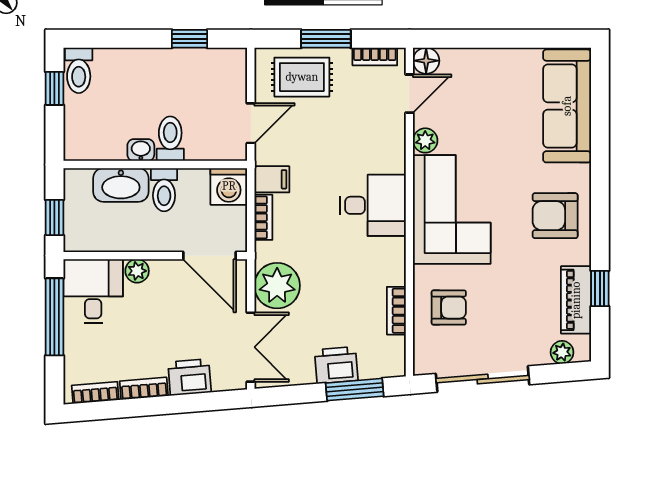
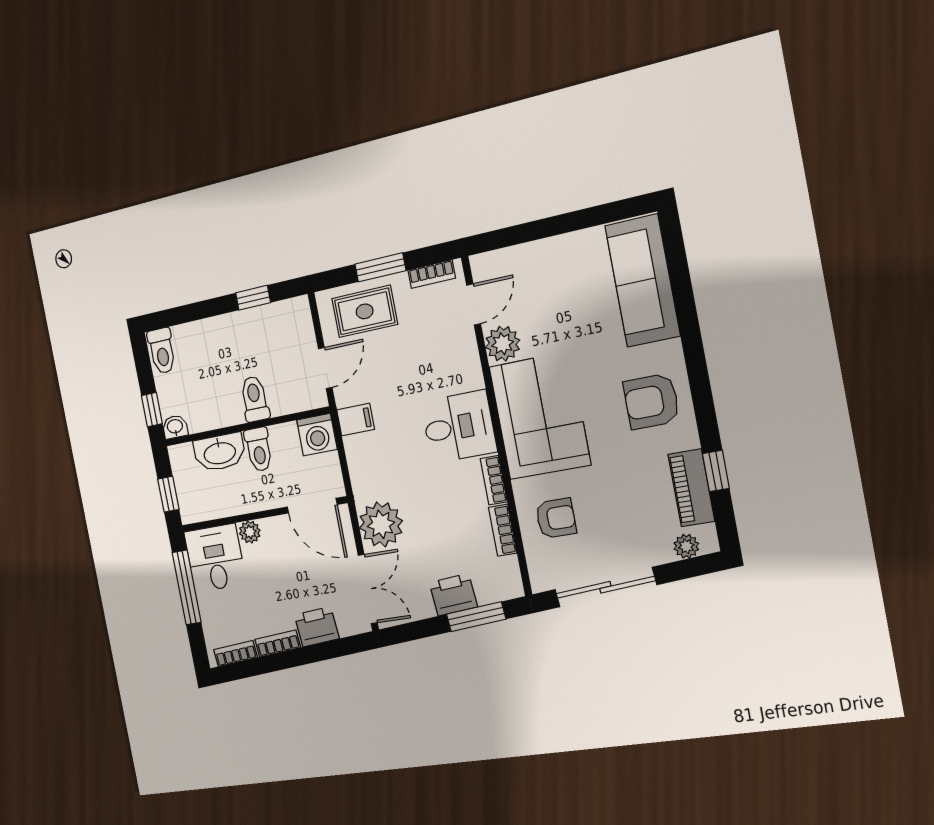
floor lamp: (426, 61) -> (484, 266), removed
window: (54, 88) -> (152, 410), moved
plant: (425, 140) -> (503, 344), width x1.38, depth x1.38
washbasin: (141, 150) -> (175, 427), moved
bookcase: (263, 217) -> (494, 480), moved, turned 180

